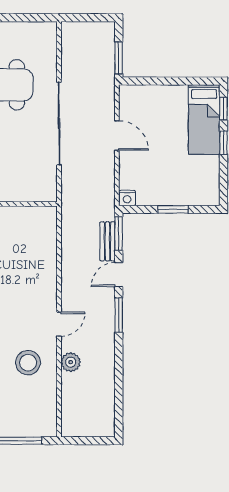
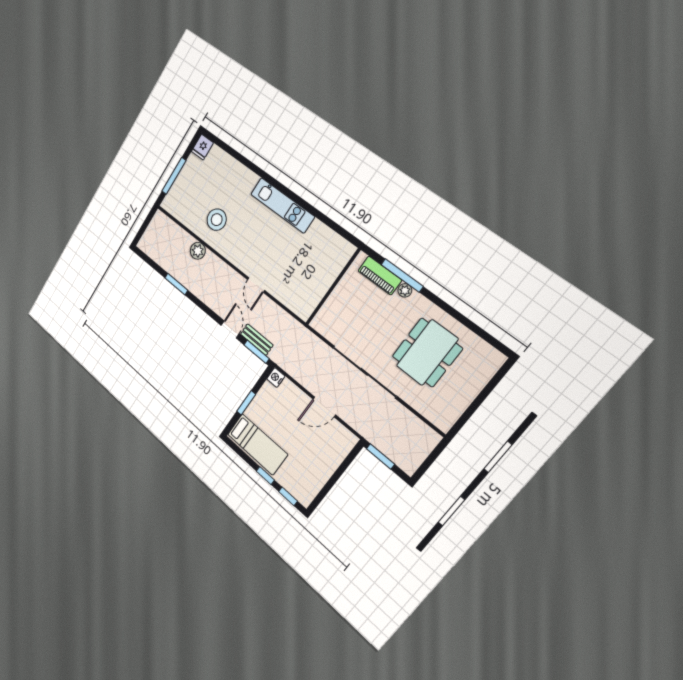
bed: (204, 120) -> (257, 444), moved, turned 180
window: (119, 315) -> (176, 284), moved
door: (59, 324) -> (256, 285), moved

